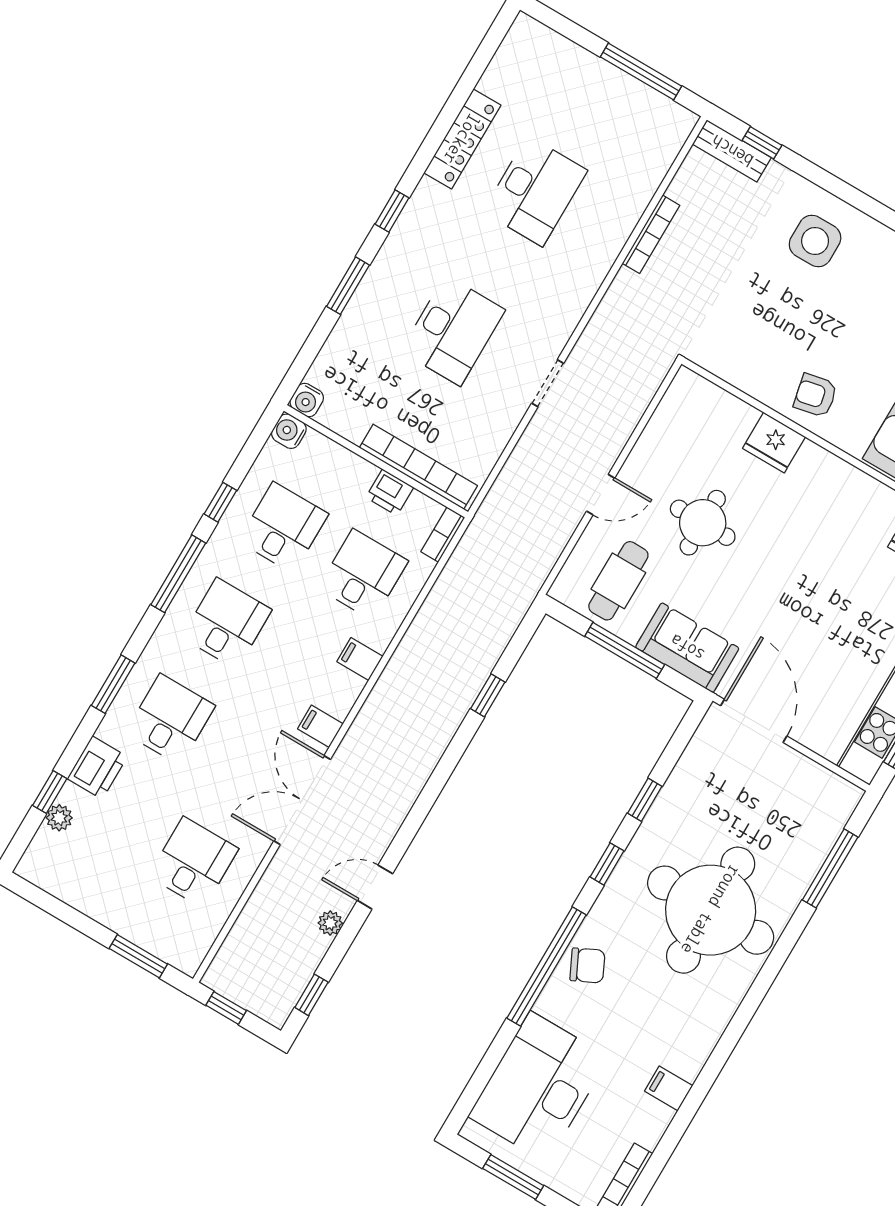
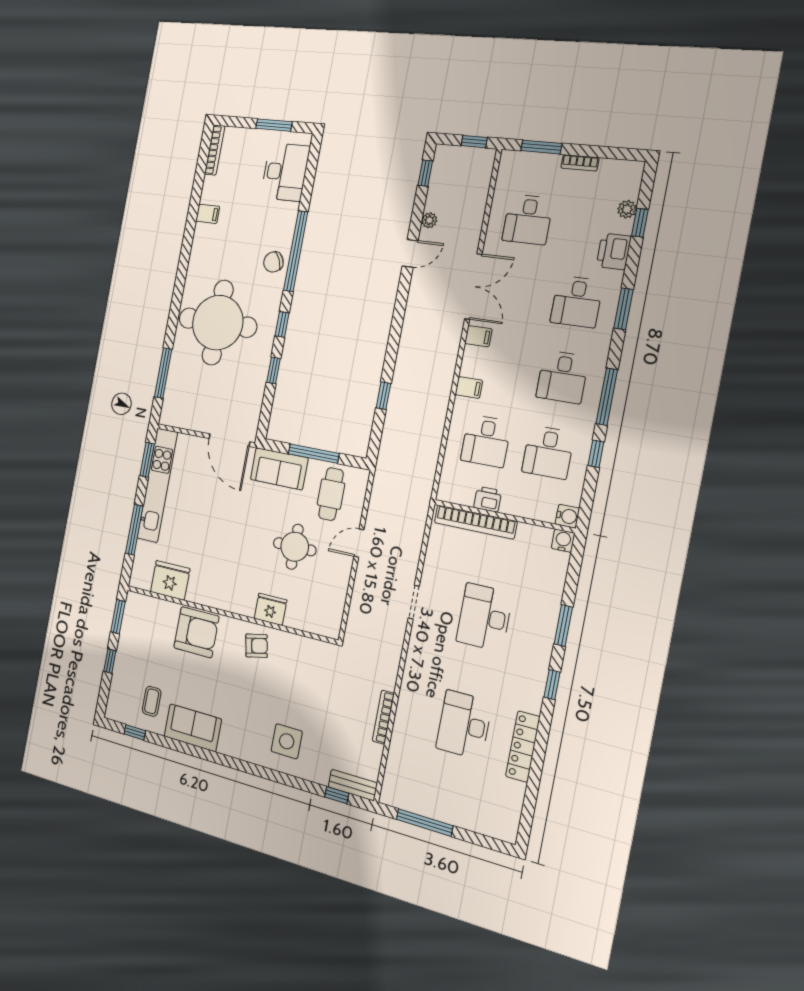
bookcase: (443, 535) -> (580, 163), moved, turned 90
desk: (539, 1087) -> (285, 172), width x0.73, depth x0.77

